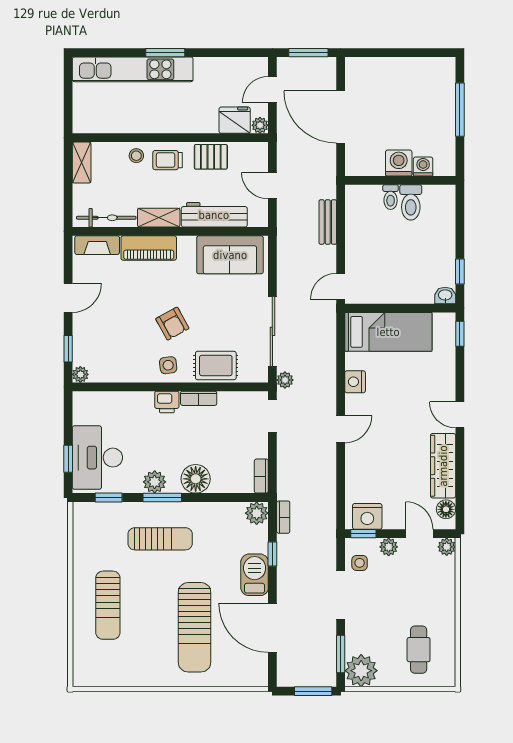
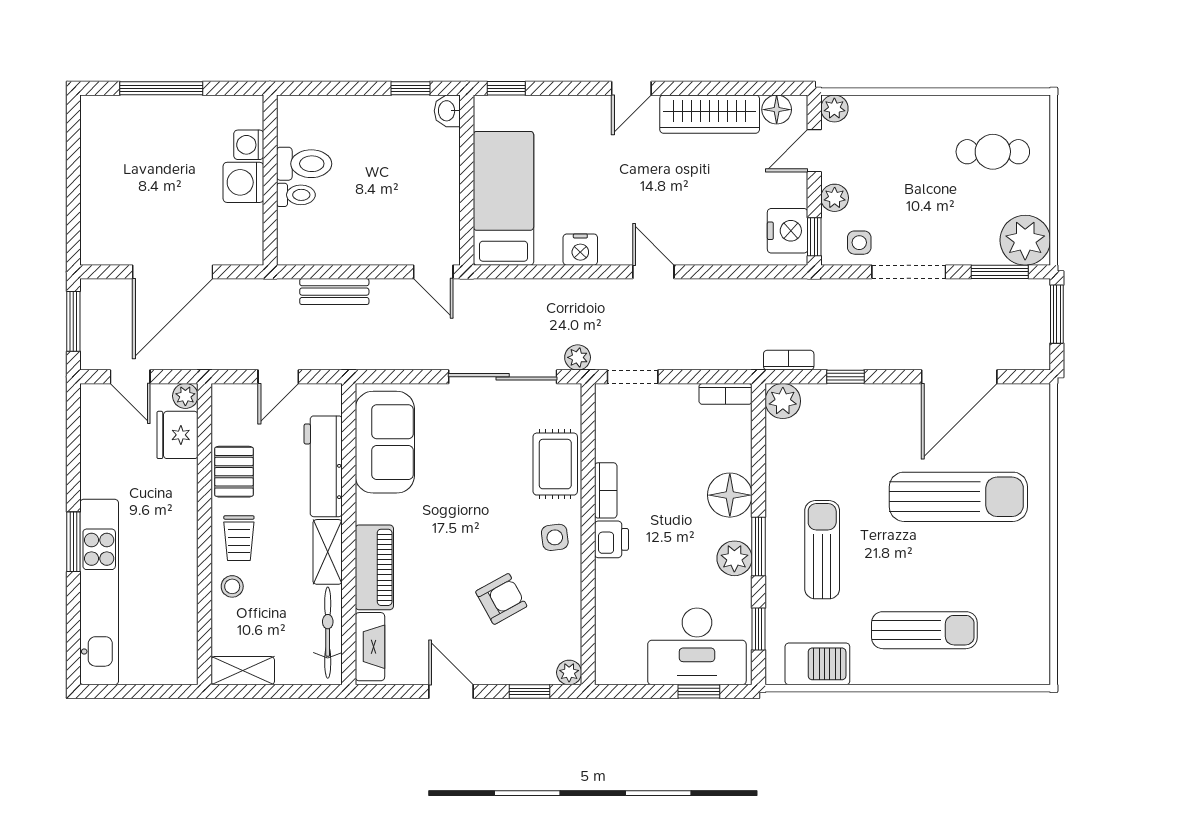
armchair: (172, 324) -> (501, 599), moved
barbecue: (255, 575) -> (817, 664), moved, turned 180

